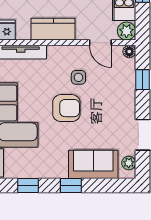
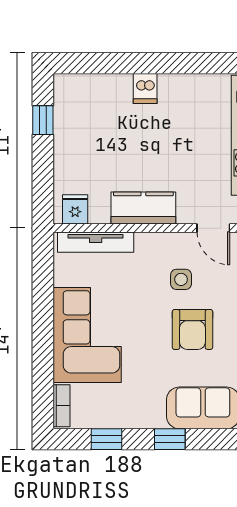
armchair: (66, 108) -> (192, 329), moved, turned 90

